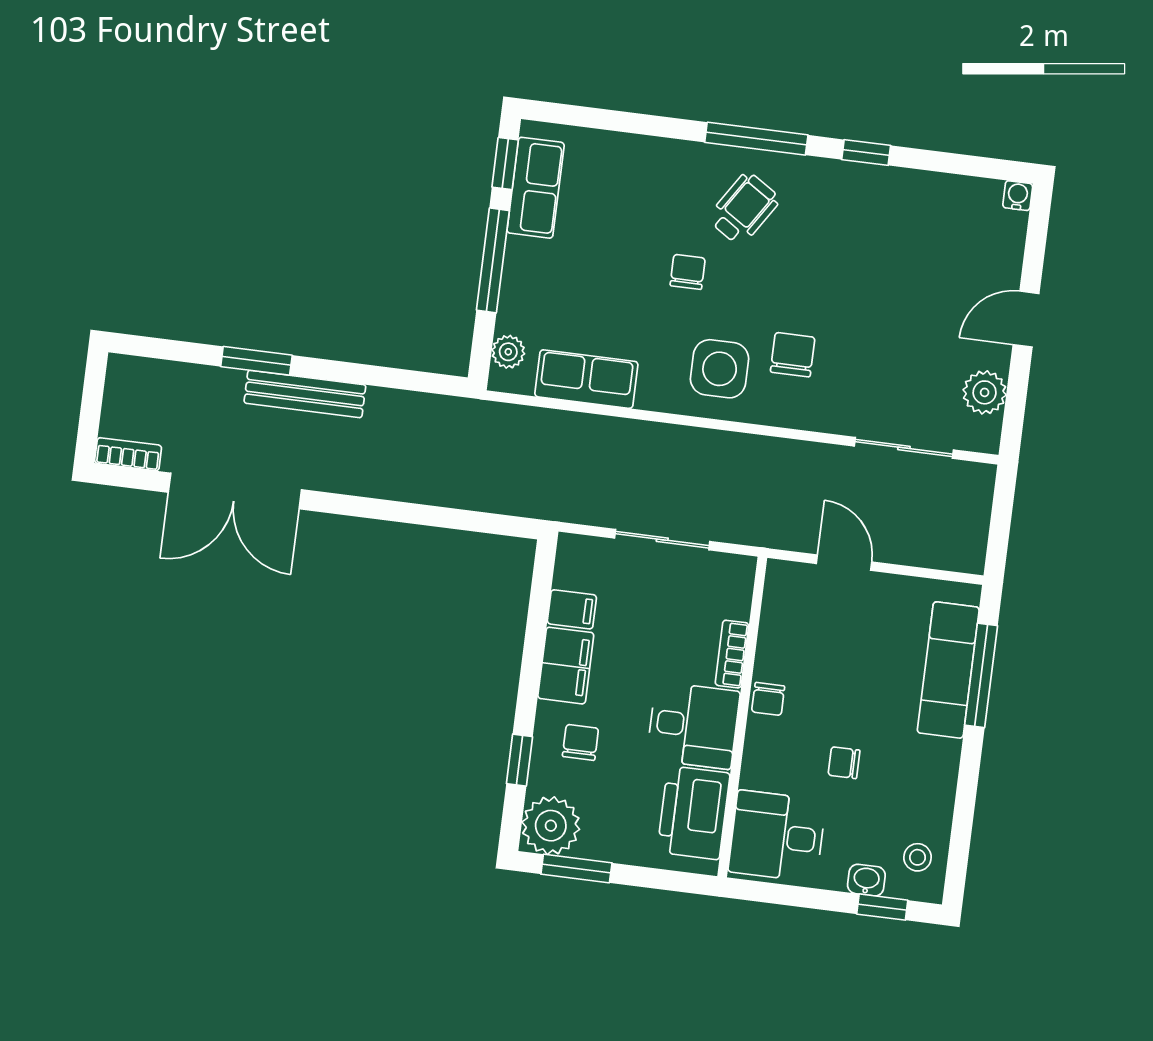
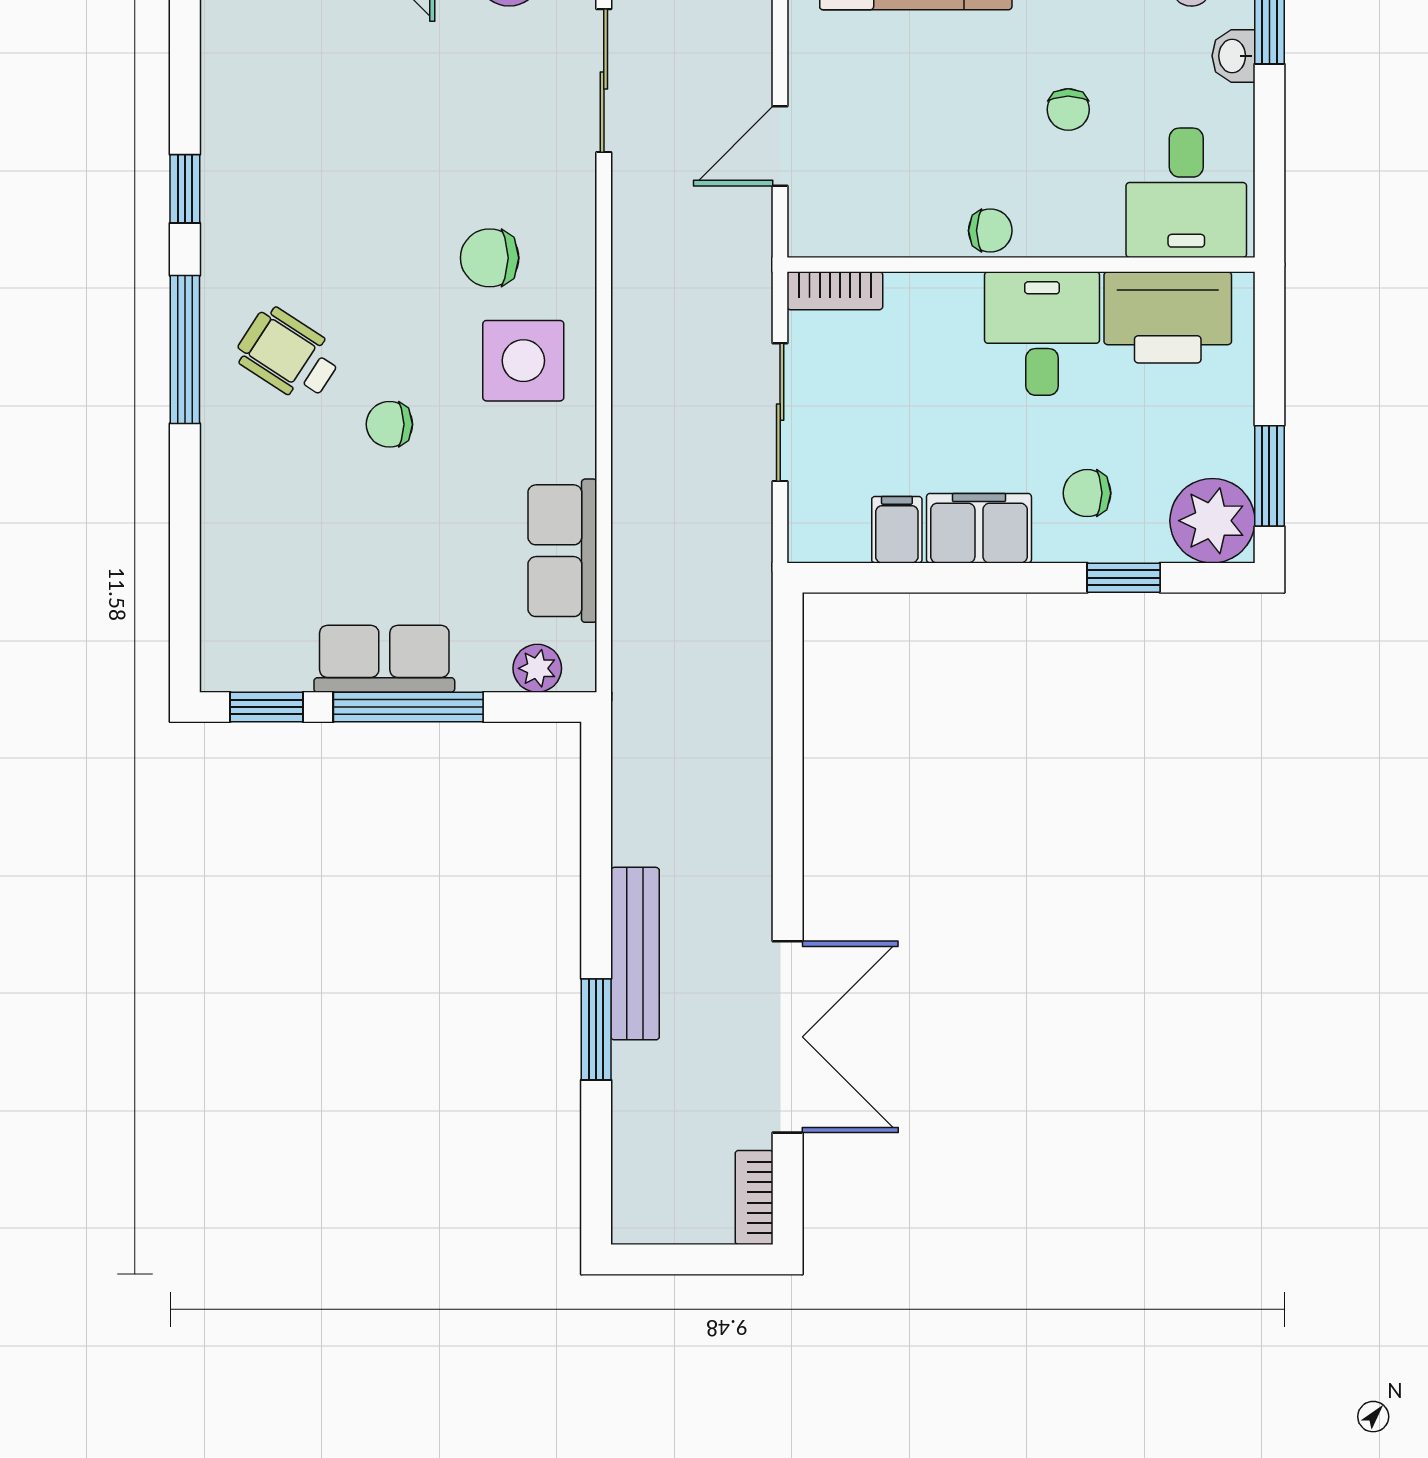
row of seats: (536, 188) -> (384, 659), moved
bookcase: (732, 654) -> (835, 291), moved

